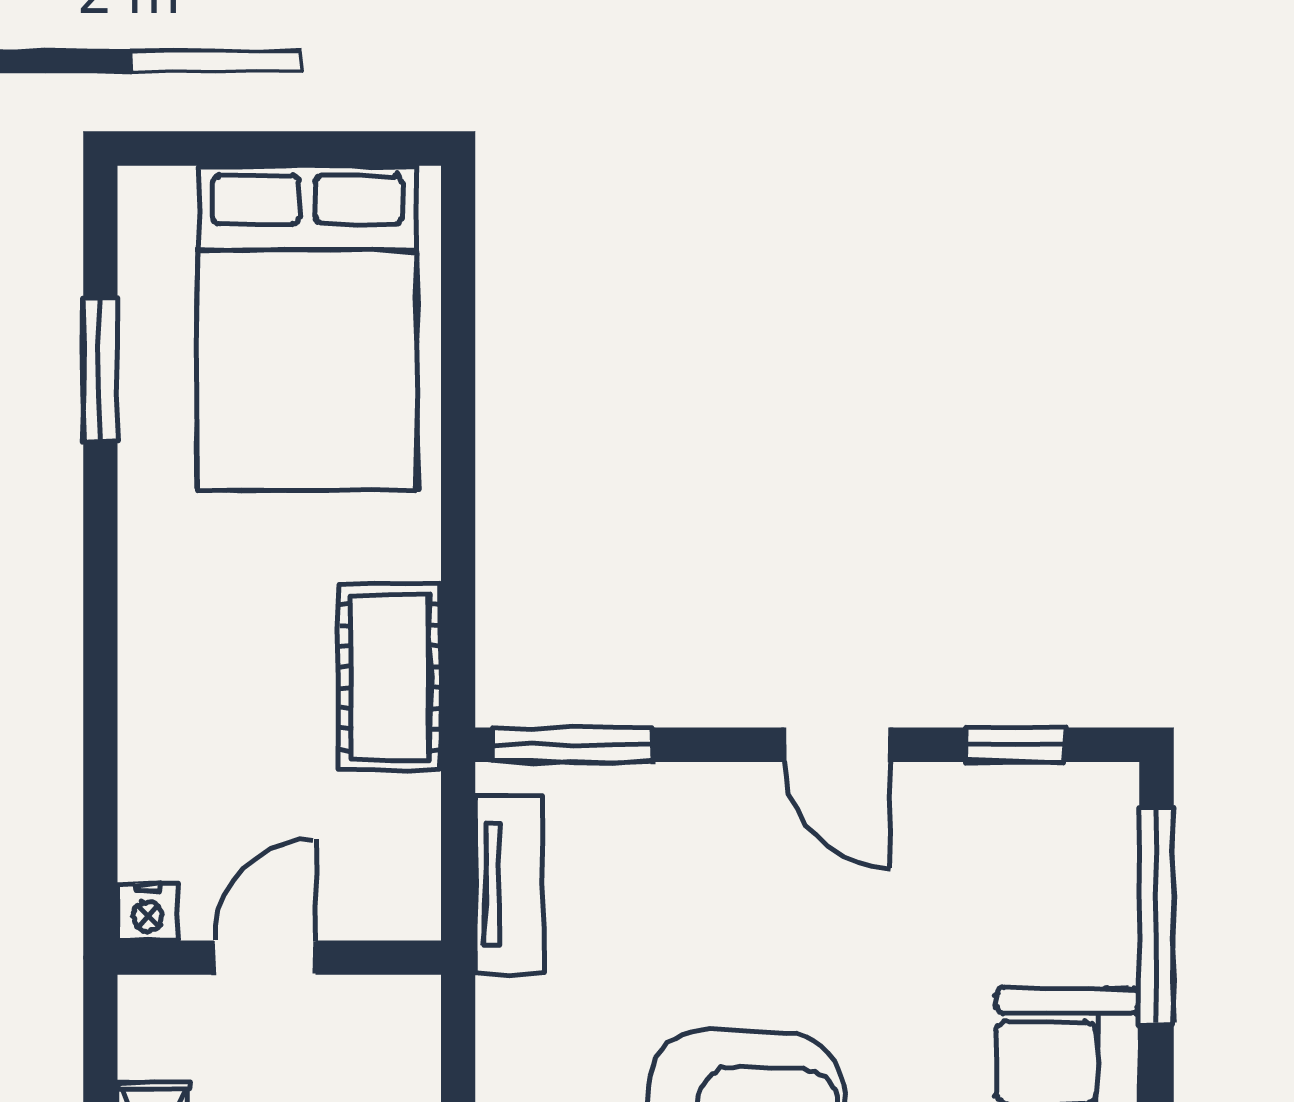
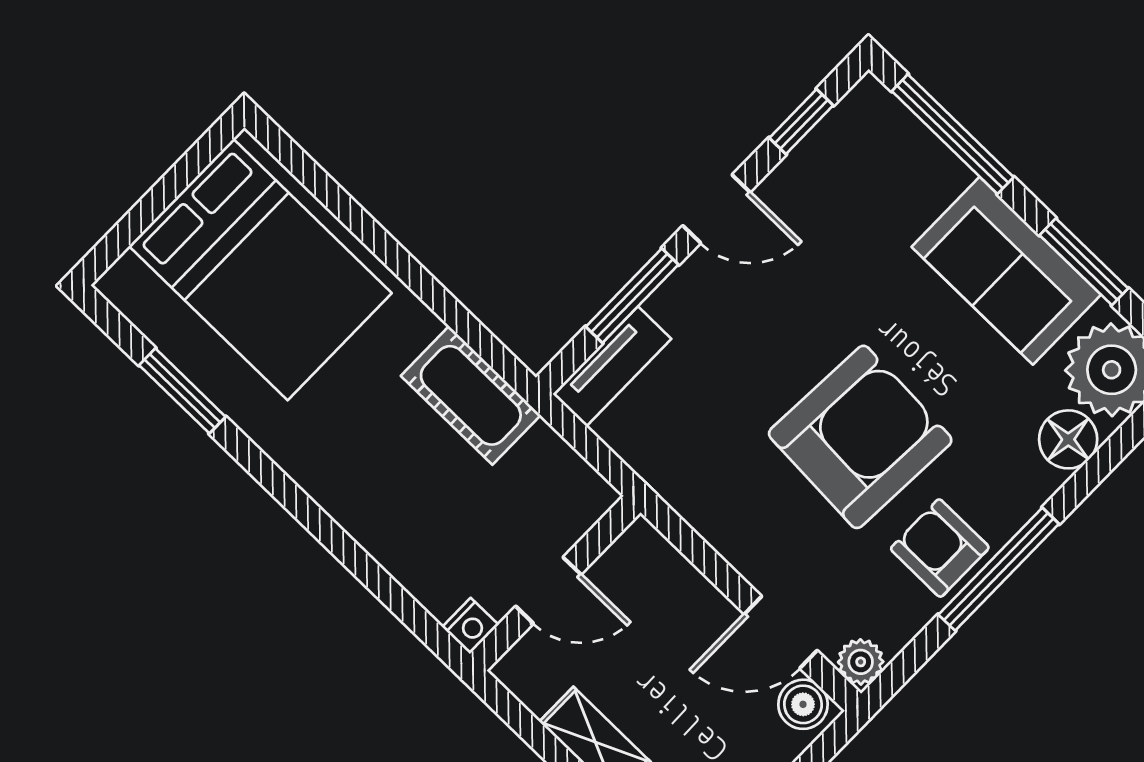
window: (573, 745) -> (632, 296), moved
tv unit: (509, 885) -> (612, 366), moved, turned 90
door: (265, 958) -> (548, 590), swing flipped

